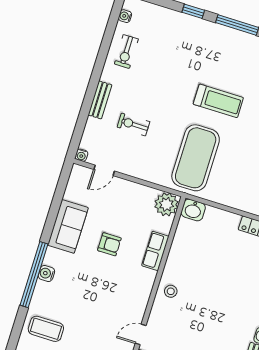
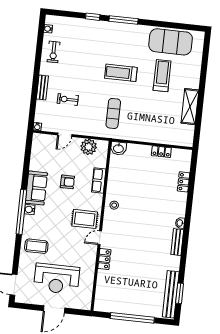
treadmill: (218, 101) -> (121, 73), turned 180
exercise mat: (196, 158) -> (113, 113), width x0.50, depth x0.69
door: (104, 170) -> (65, 135), moved
plant: (166, 204) -> (89, 147), moved
sofa: (68, 226) -> (36, 188), moved
rug: (124, 303) -> (85, 219), added

